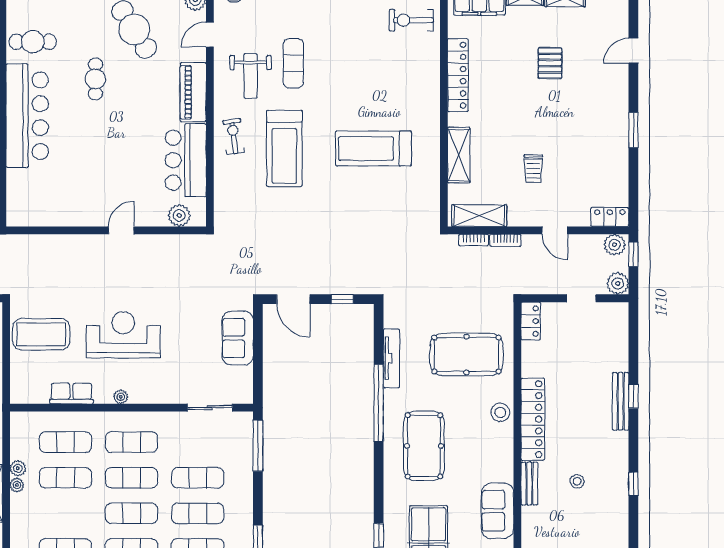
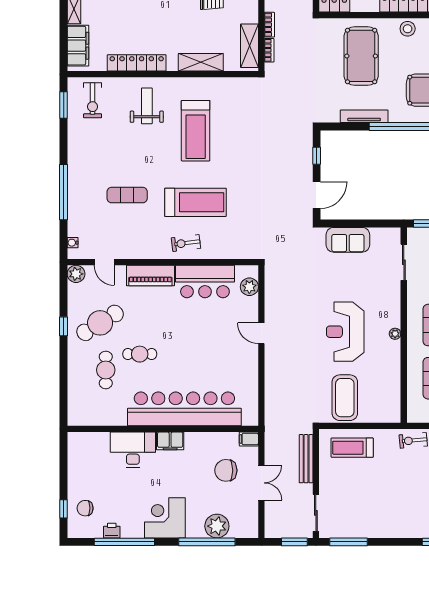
cafe table: (33, 42) -> (106, 370), moved
weight bench: (251, 76) -> (147, 106), moved, turned -90
bar counter: (27, 116) -> (184, 409), width x1.36
row of seats: (71, 393) -> (392, 373), removed

